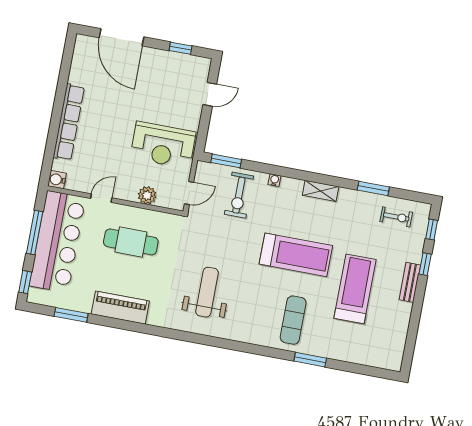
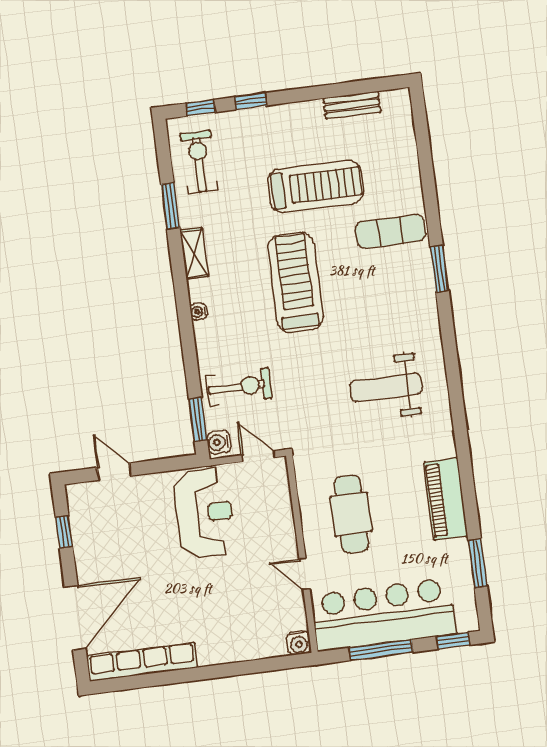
row of seats: (69, 122) -> (142, 662), moved
water cooler: (207, 170) -> (219, 442), added
water cooler: (274, 180) -> (198, 312), moved
shelving: (321, 191) -> (194, 253), moved
plant: (147, 195) -> (280, 512), removed
exercise bike: (396, 217) -> (199, 162), width x1.38, depth x1.39
bench: (410, 282) -> (352, 105), moved
treadmill: (355, 289) -> (316, 186), turned 180
exercise mat: (293, 320) -> (390, 231), moved
window: (310, 360) -> (439, 269), moved

